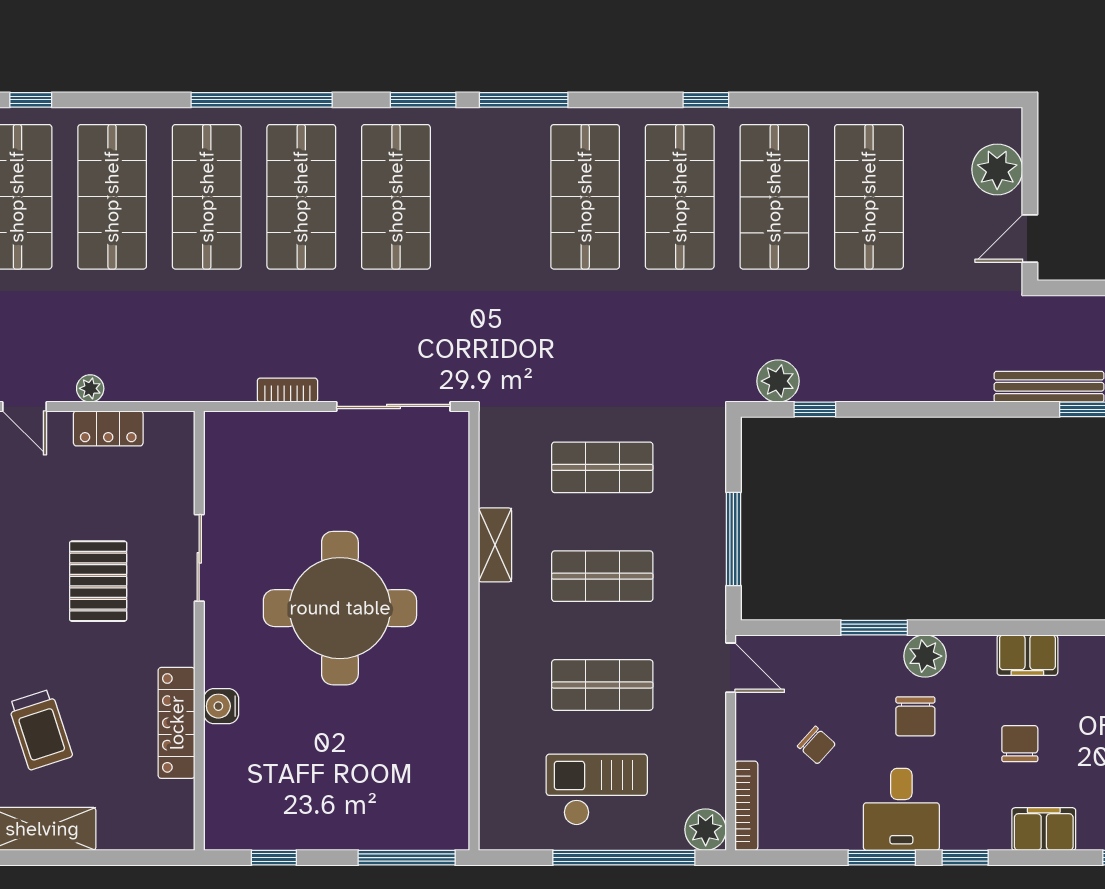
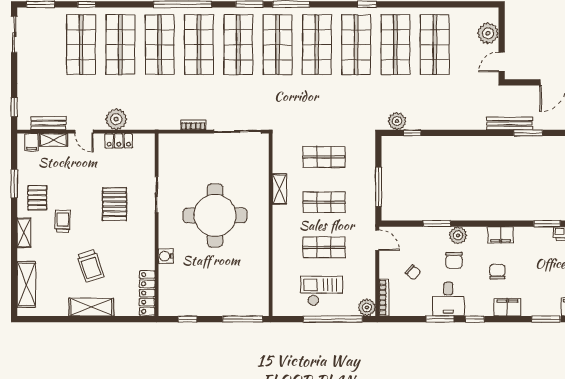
shop shelf: (491, 197) -> (278, 45), added
plant: (90, 388) -> (116, 119), width x1.88, depth x1.88
locker: (177, 723) -> (147, 293), moved

